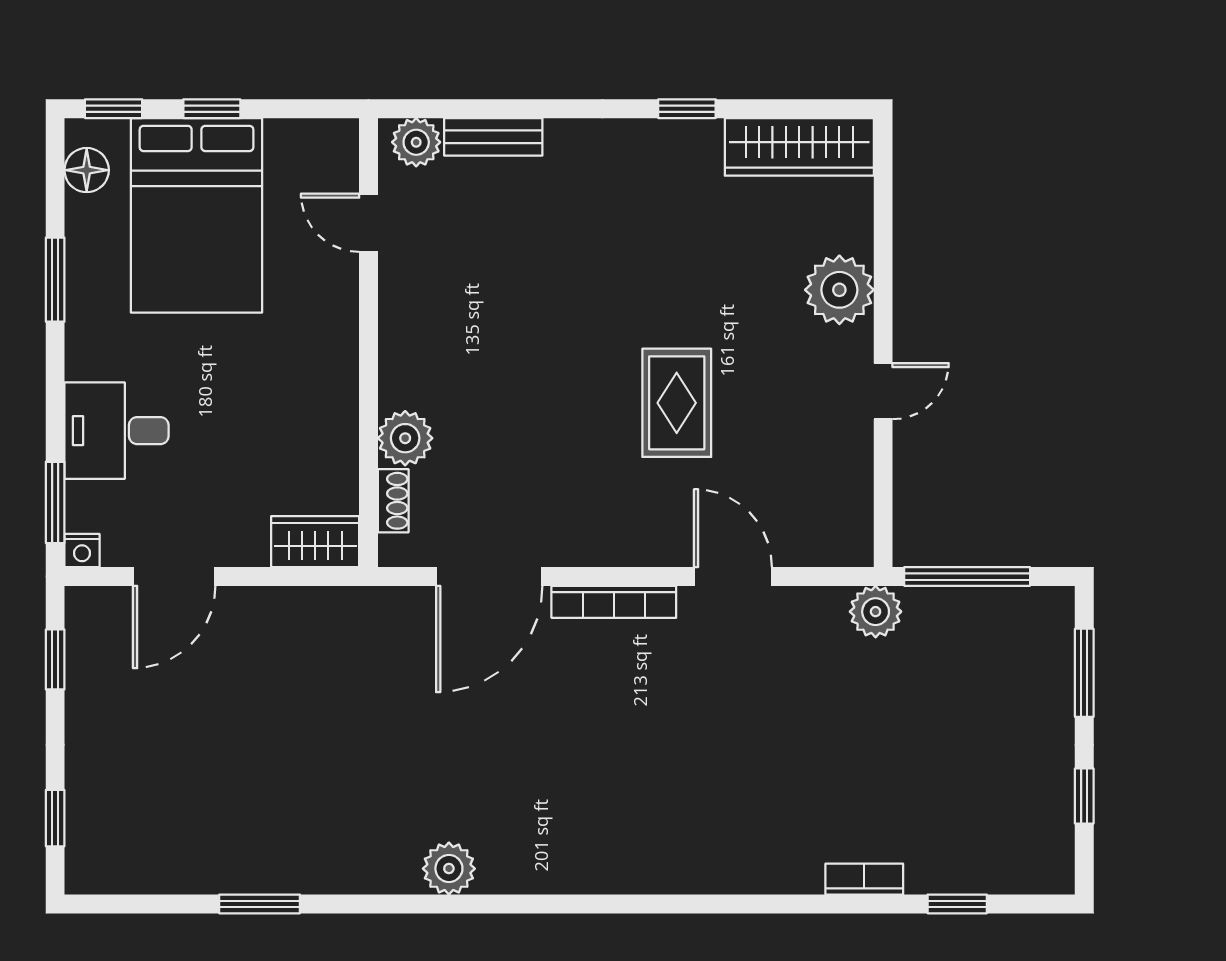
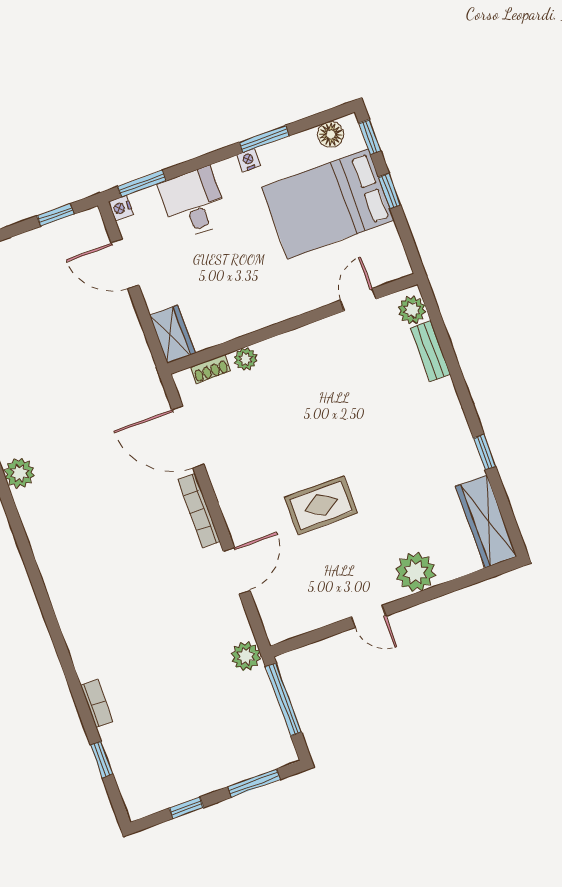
nightstand: (80, 317) -> (248, 160), added
plant: (405, 438) -> (246, 359), width x0.73, depth x0.73

